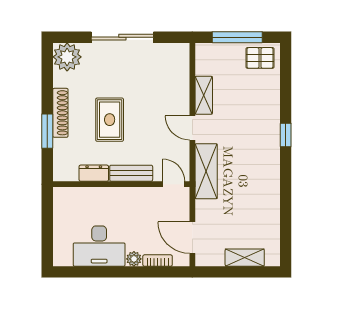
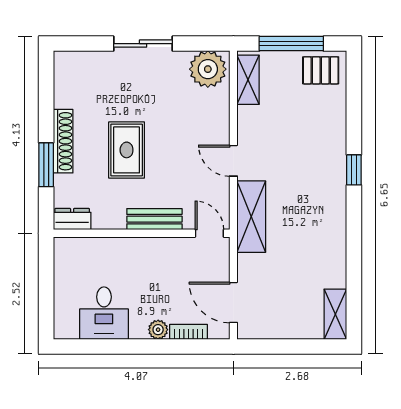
sliding door: (122, 37) -> (143, 44), width x0.73
plant: (67, 57) -> (208, 69), moved
shelving: (204, 95) -> (248, 80), moved
dresser: (94, 173) -> (72, 219), moved
desk: (99, 246) -> (104, 313), width x0.73
shelving: (245, 258) -> (335, 314), moved, turned 90

